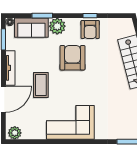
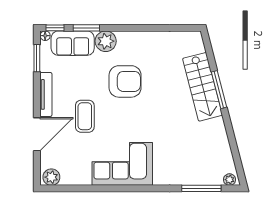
window: (90, 16) -> (55, 28), moved
armchair: (90, 29) -> (148, 45), removed
armchair: (73, 58) -> (125, 81), turned 90

